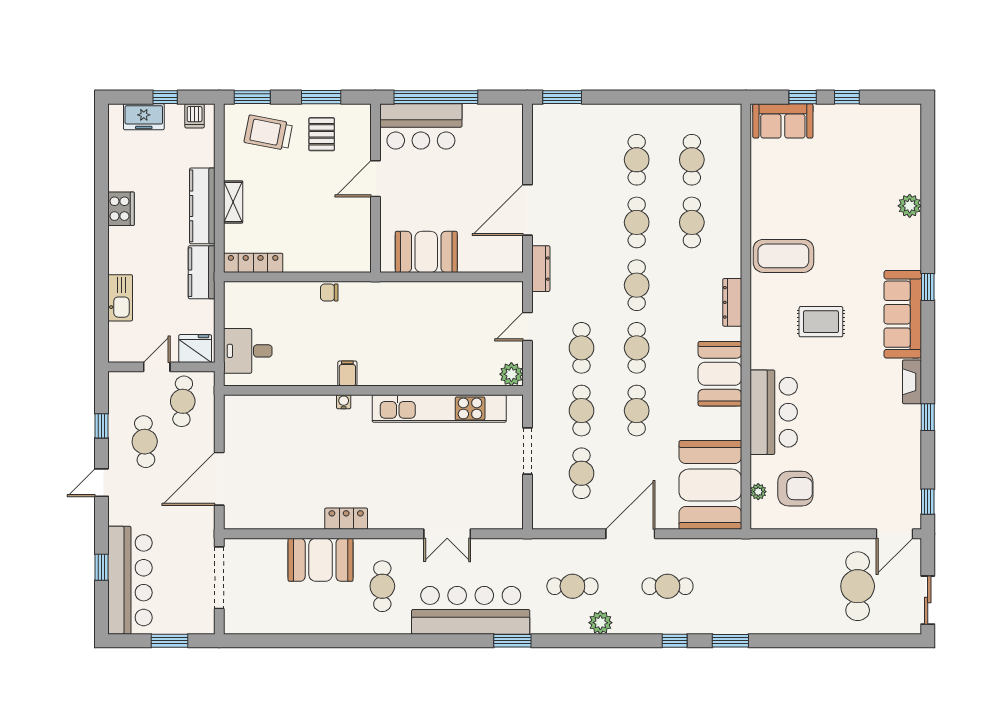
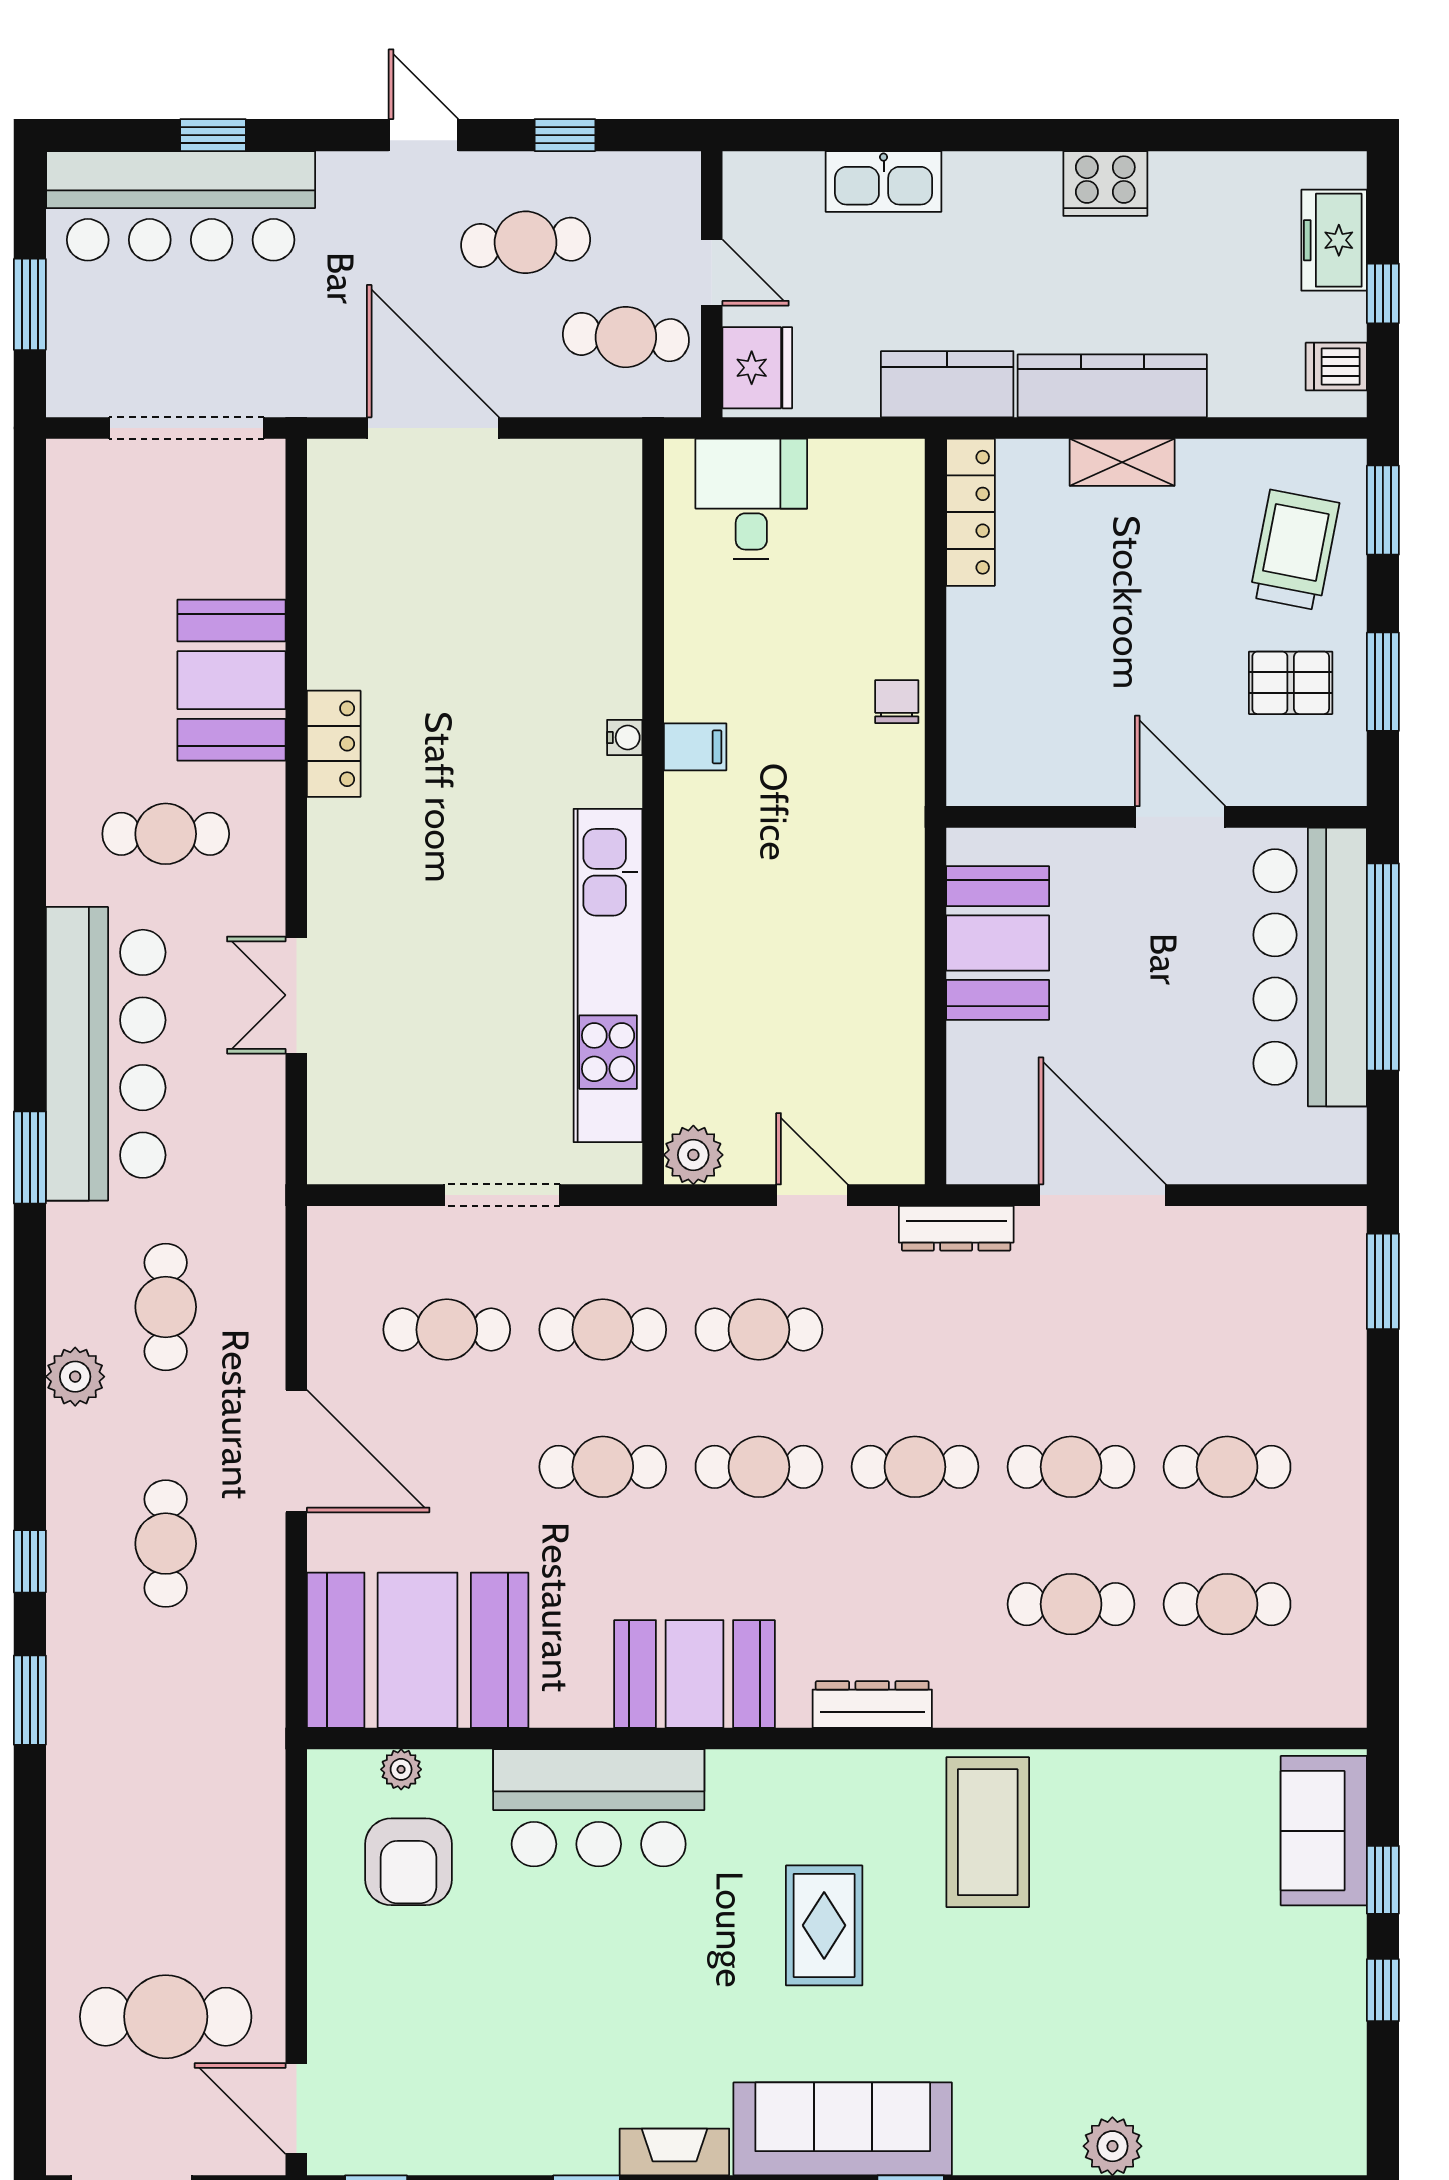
bar counter: (421, 126) -> (1310, 967), width x1.36

